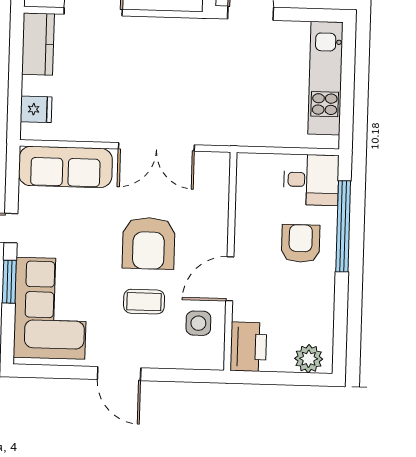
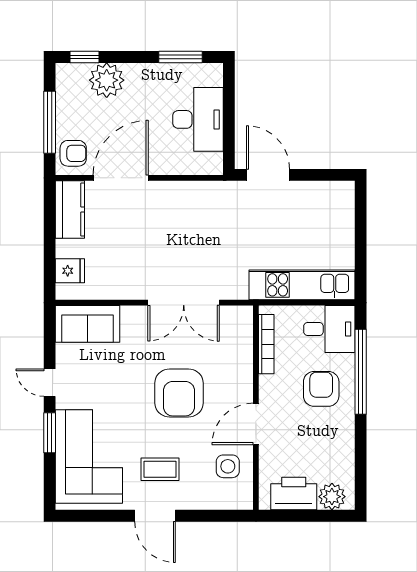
kitchen unit: (325, 78) -> (302, 285), moved, turned 90
sofa: (65, 167) -> (88, 324), width x0.73
bookcase: (243, 194) -> (266, 344), added
coffee table: (144, 302) -> (160, 469), moved
printer: (248, 347) -> (294, 493), moved, turned -90

